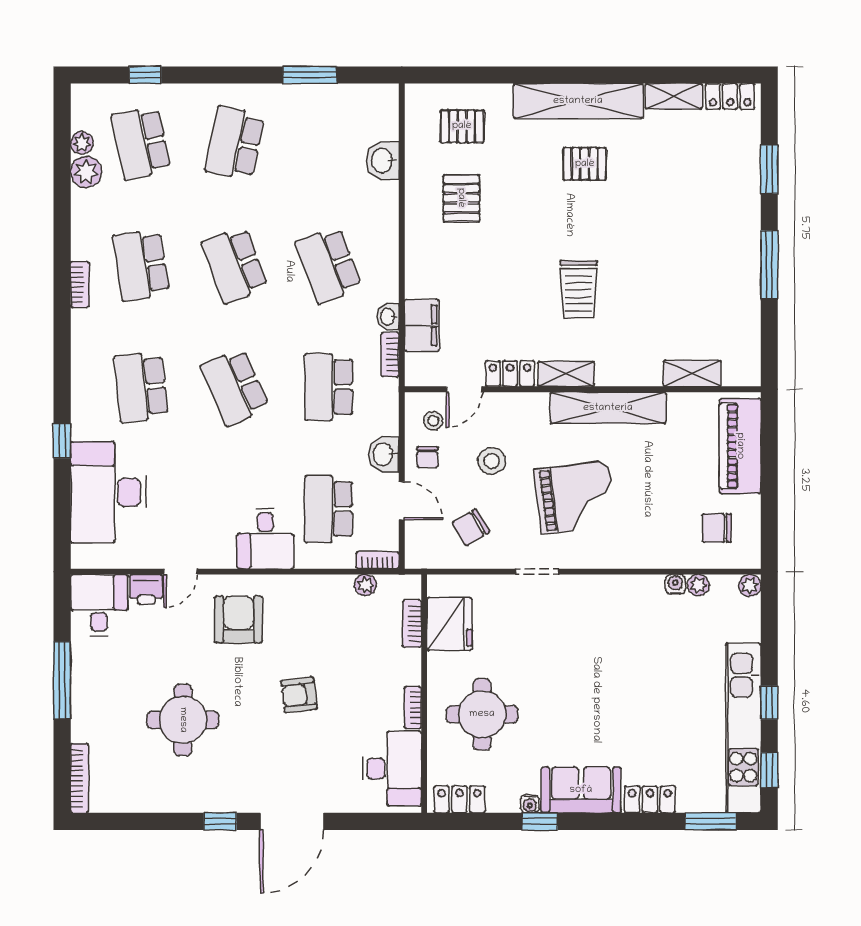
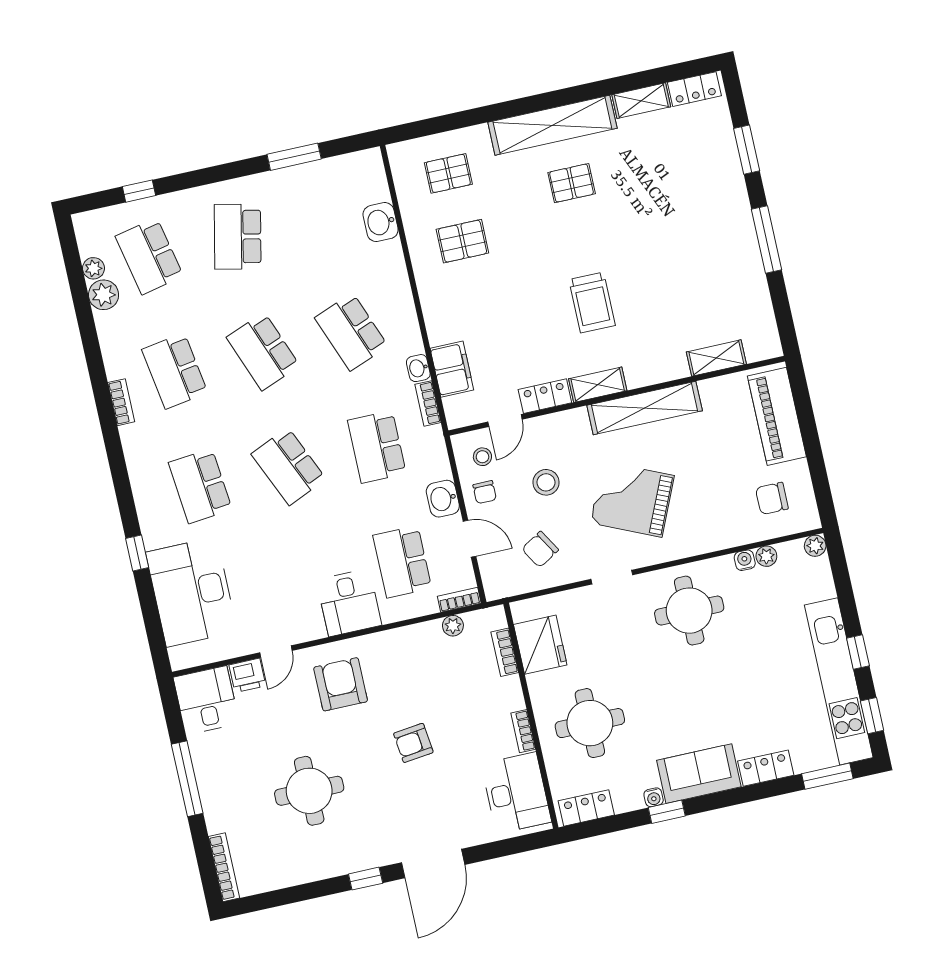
pallet: (461, 198) -> (462, 241), turned 90
grand piano: (575, 497) -> (632, 499), turned -149
round table: (608, 623) -> (689, 611), added

